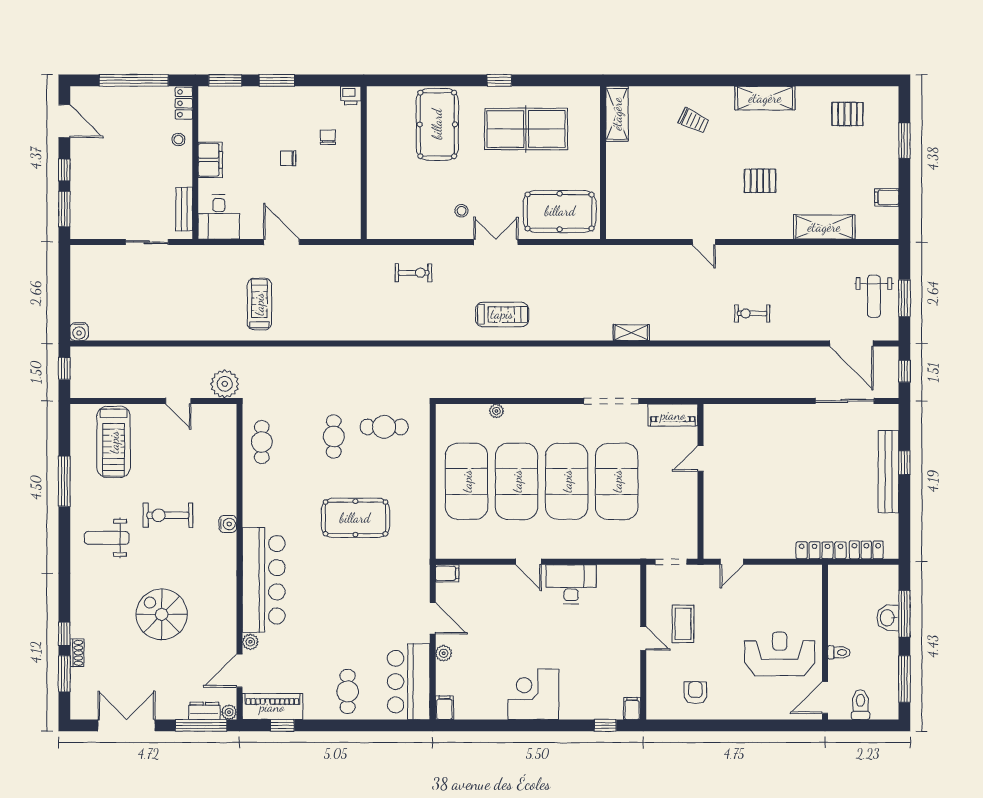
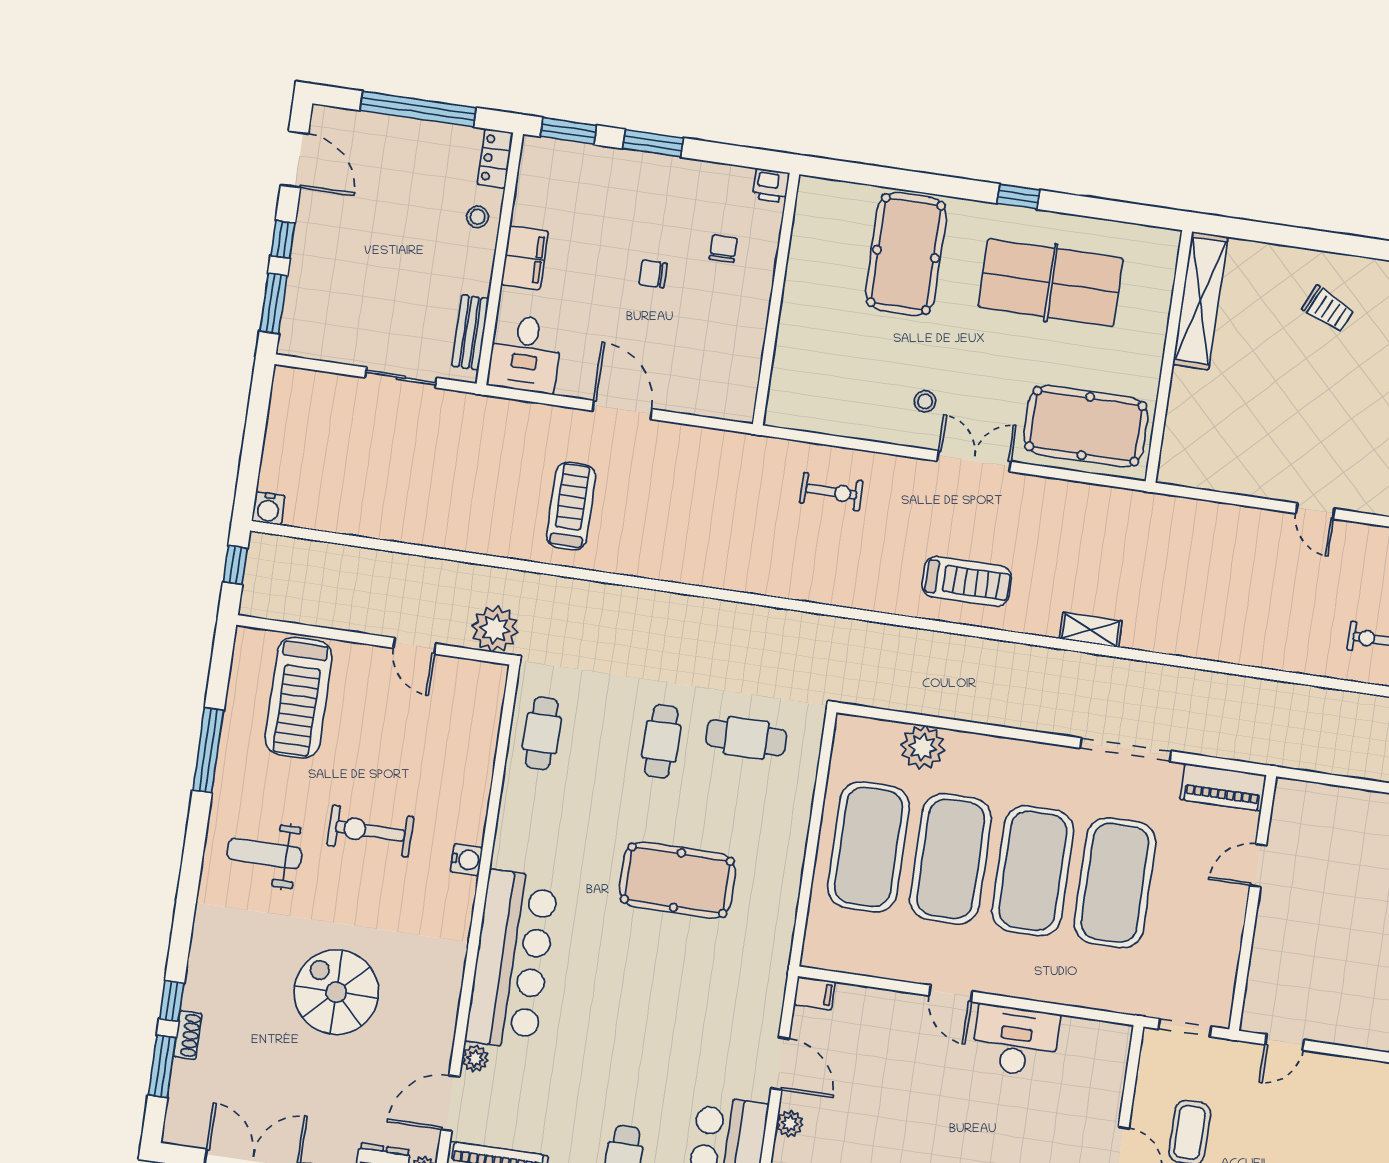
shelving: (617, 114) -> (1200, 301), width x1.47
shelving: (631, 333) -> (1091, 630), moved
plant: (496, 411) -> (923, 747), width x1.88, depth x1.88

